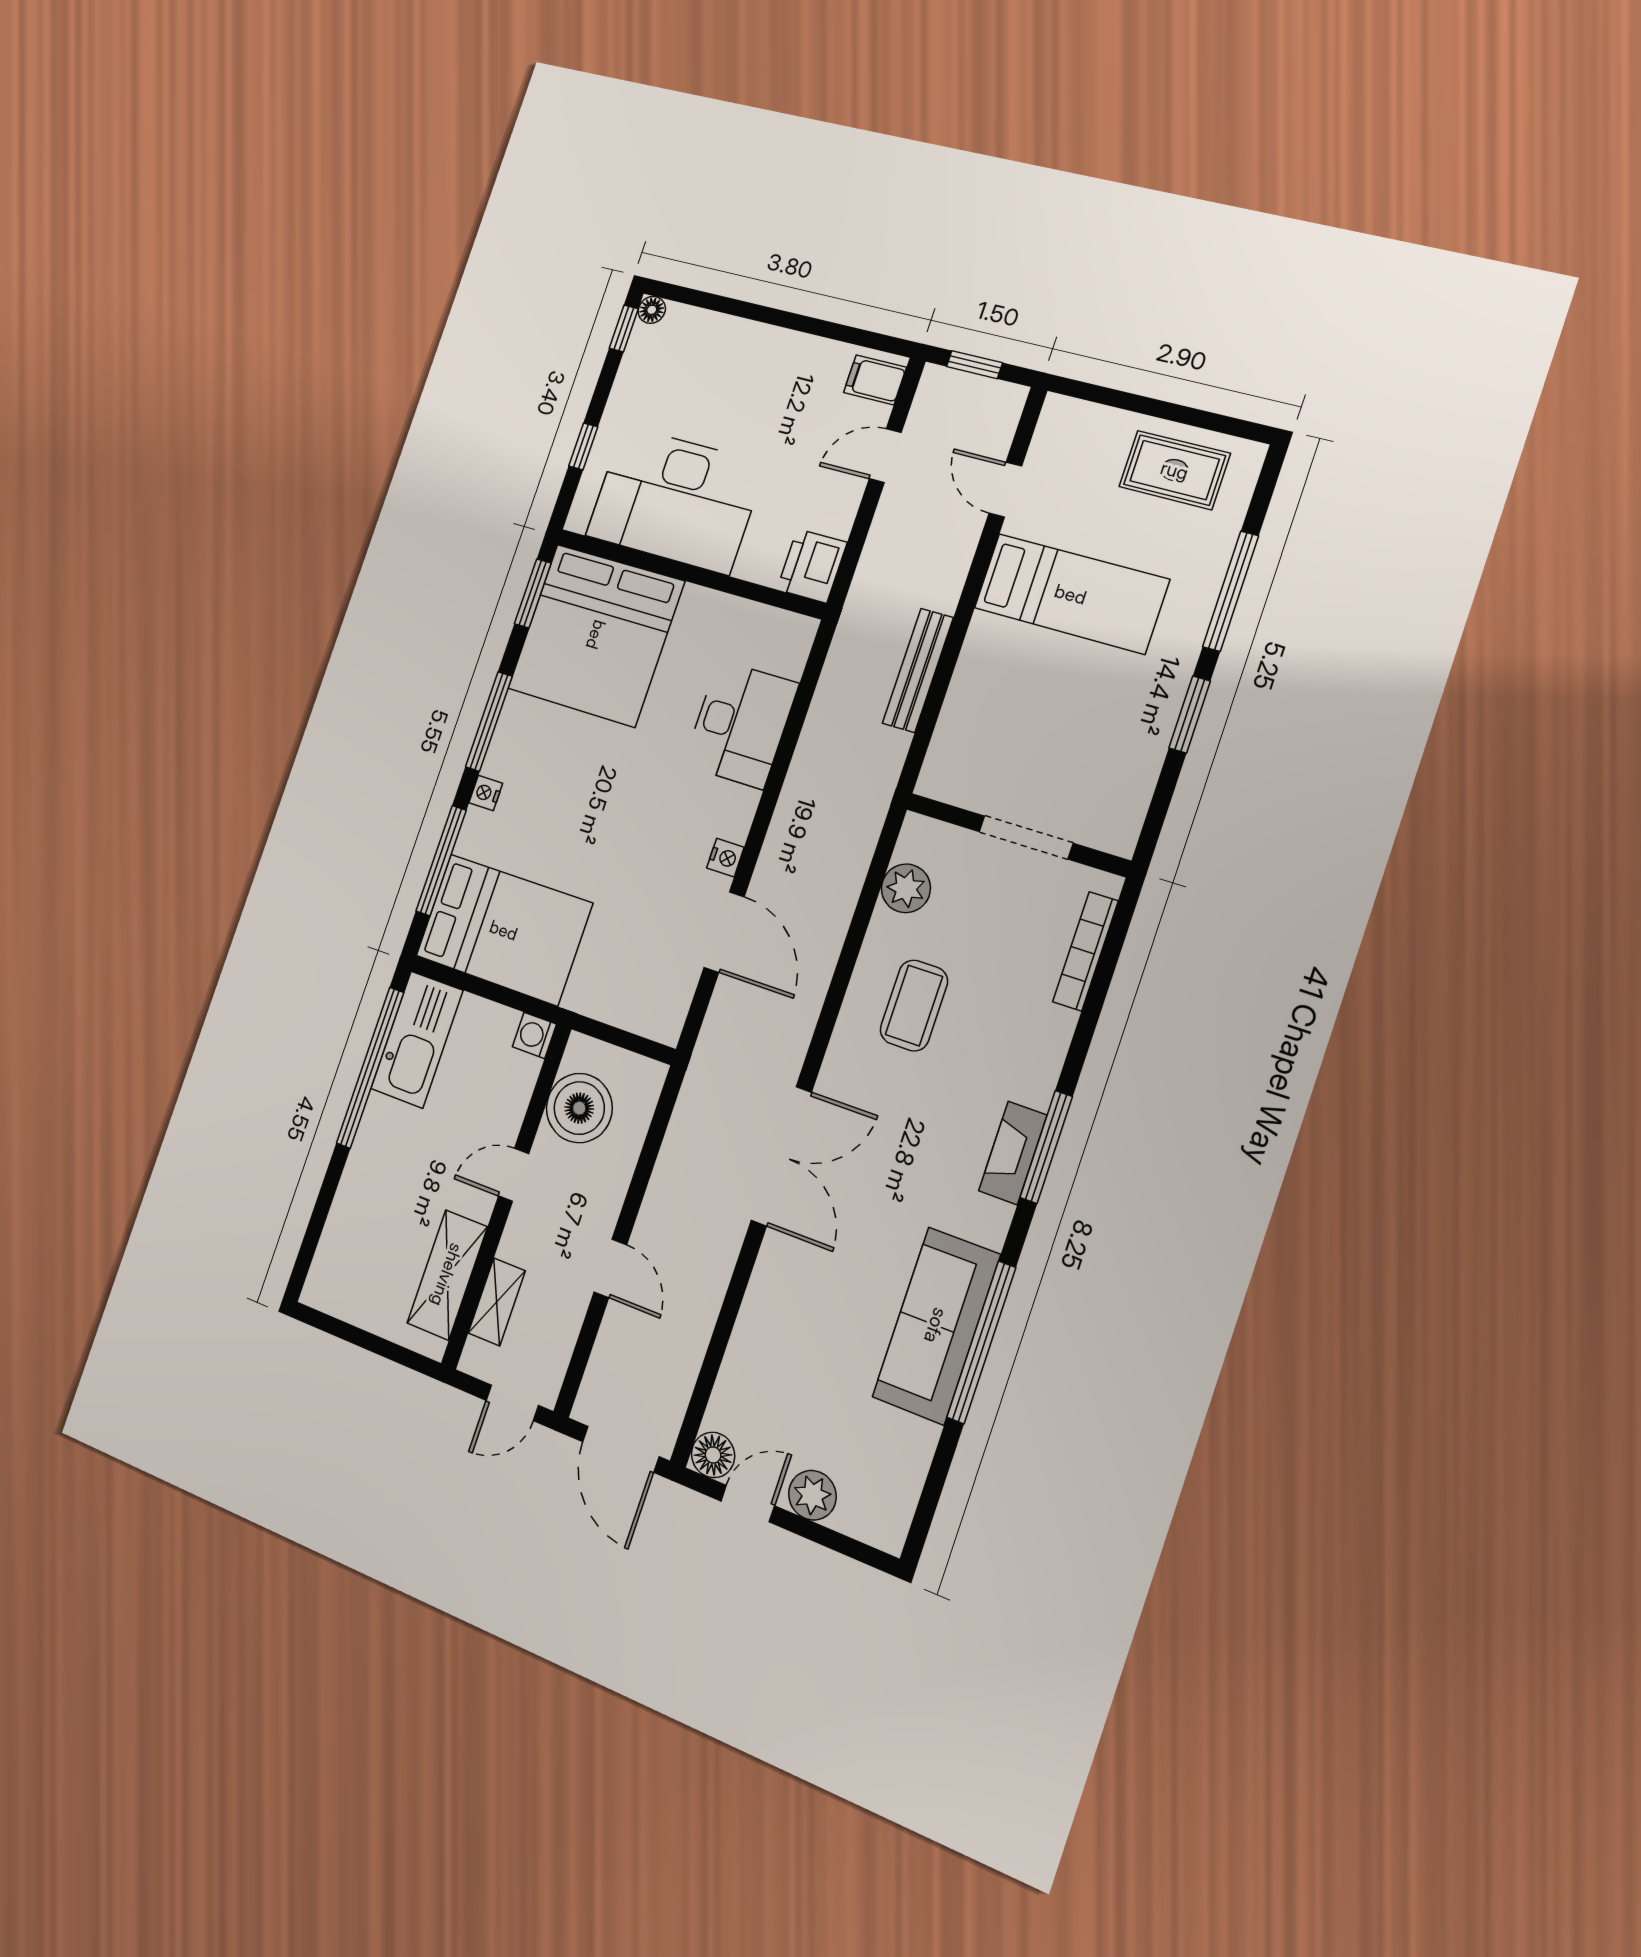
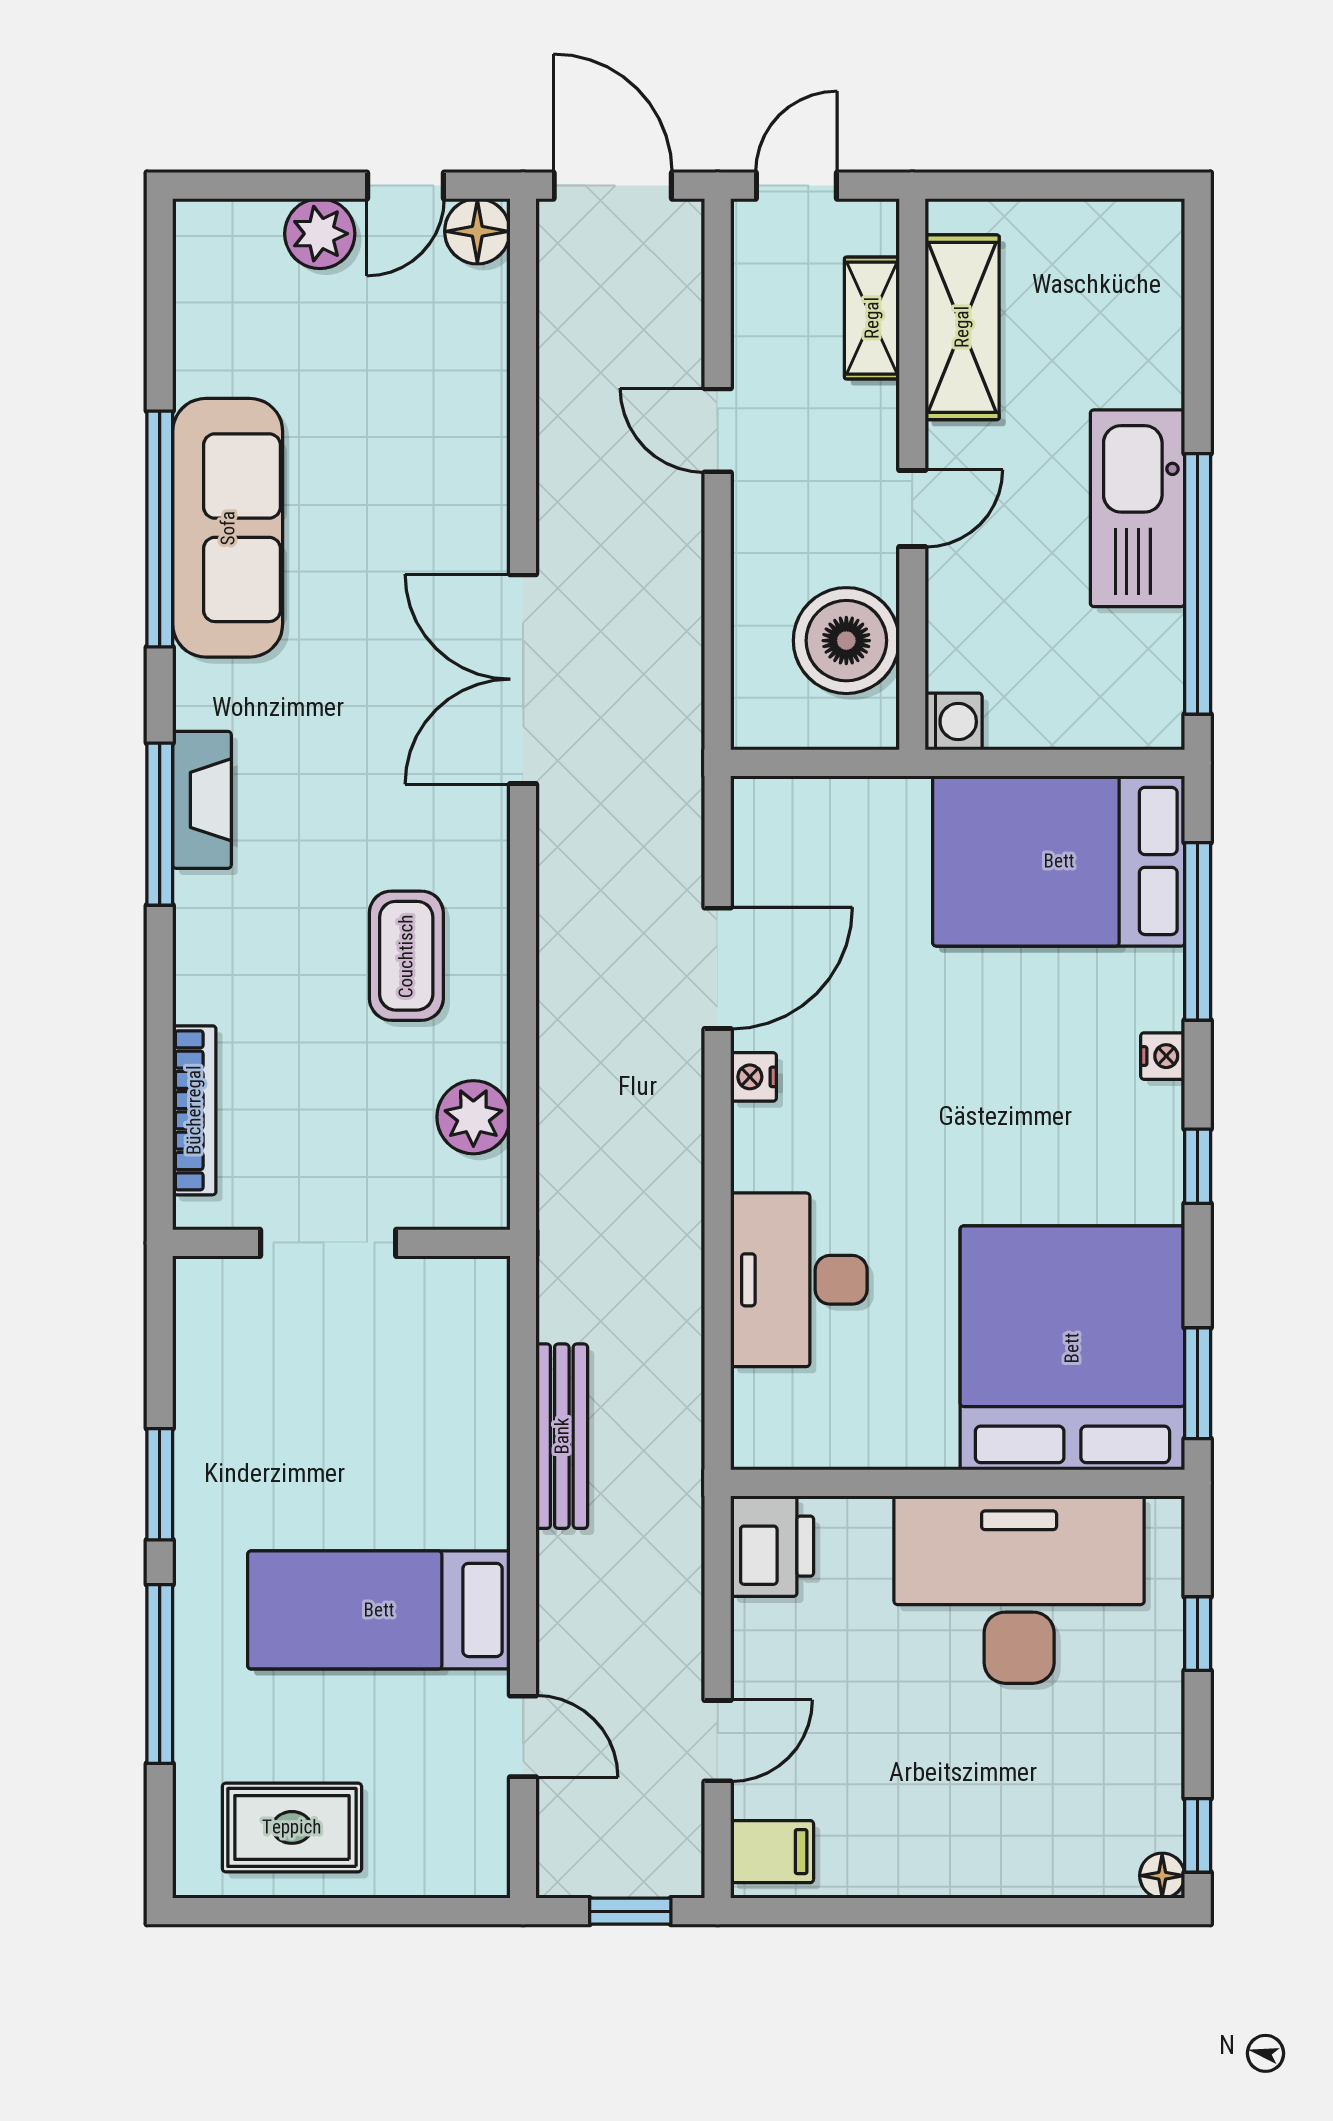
window: (489, 721) -> (1198, 1166), width x0.46
door: (724, 932) -> (718, 968), swing flipped
kitchen sink: (417, 1040) -> (1138, 508), moved

